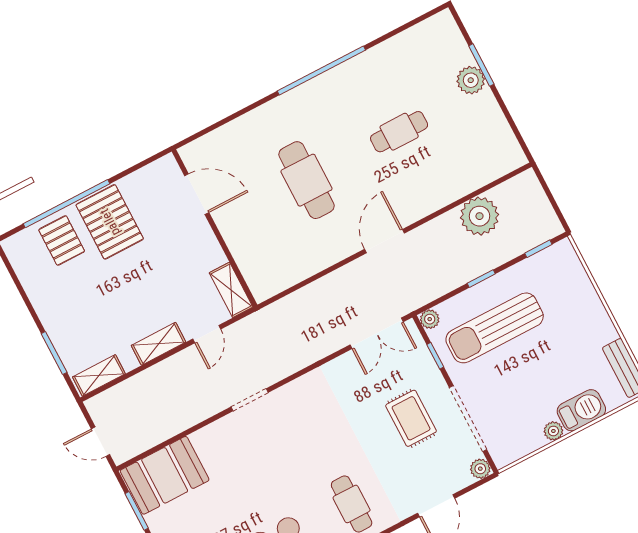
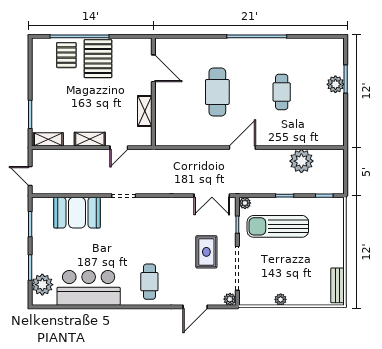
cafe table: (399, 132) -> (282, 92), turned 90
shelving: (231, 290) -> (145, 111), moved
barbecue: (581, 410) -> (302, 296), removed
booth: (165, 475) -> (77, 213), moved

